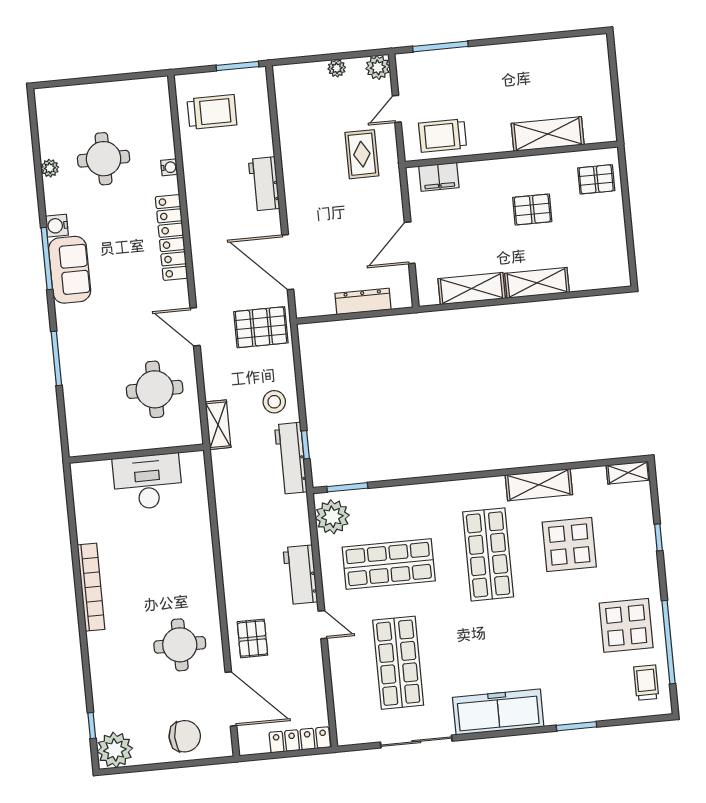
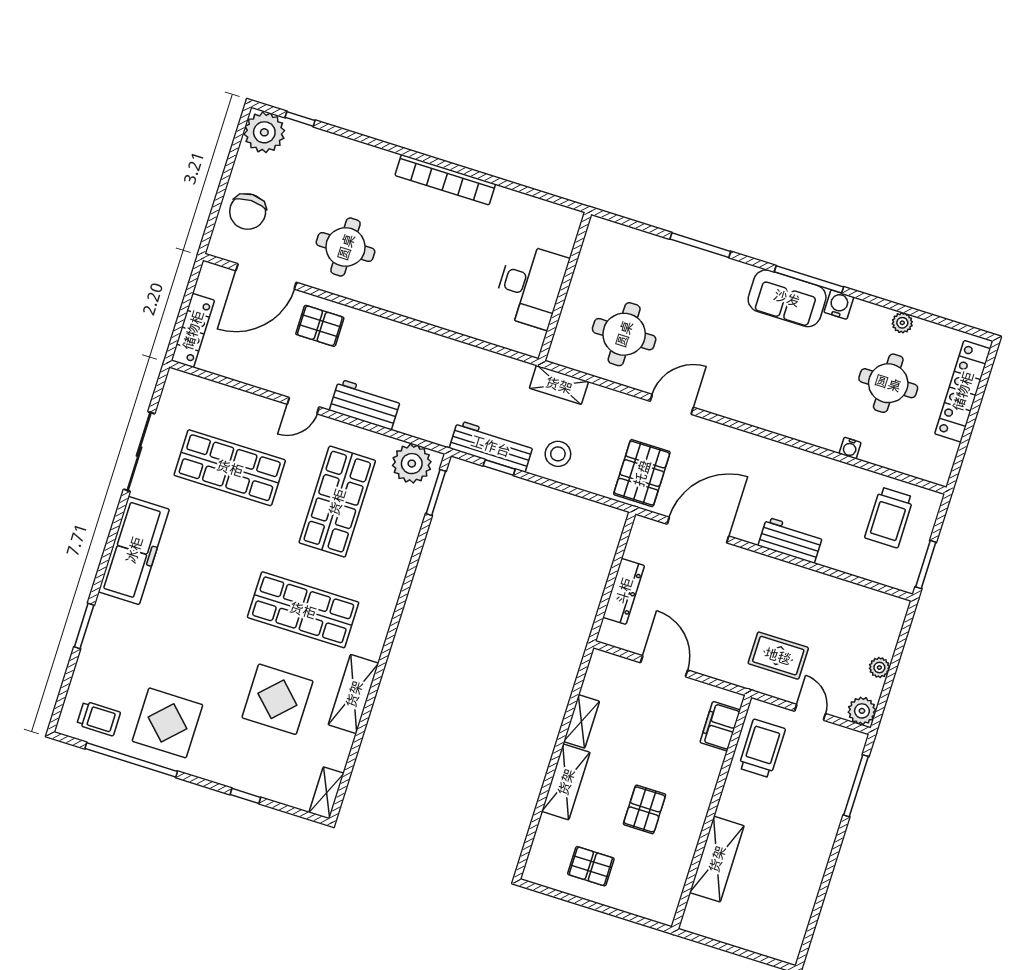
pallet: (596, 179) -> (591, 866), moved, turned 90
locker: (171, 237) -> (963, 391), moved, turned -90
shelving: (472, 289) -> (582, 721), width x0.67, depth x0.75

